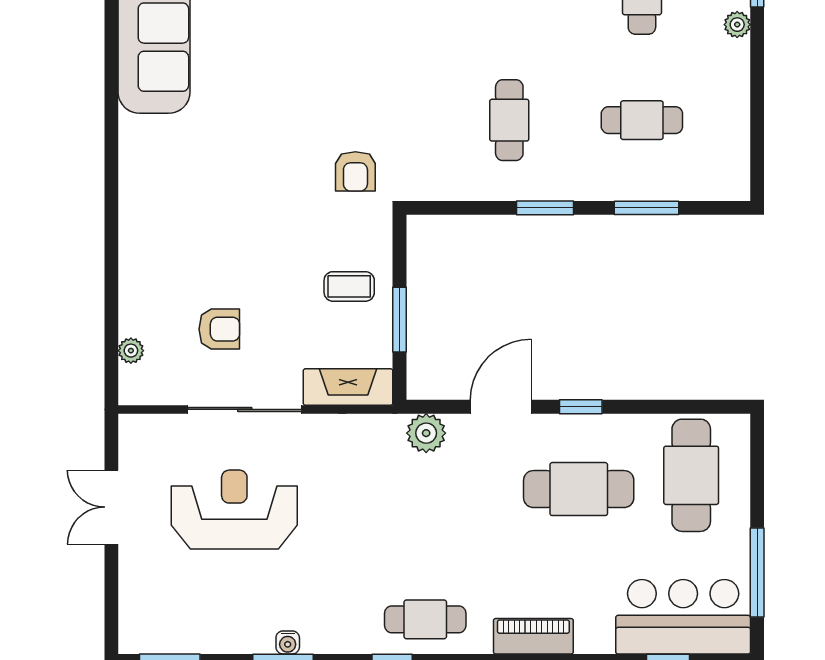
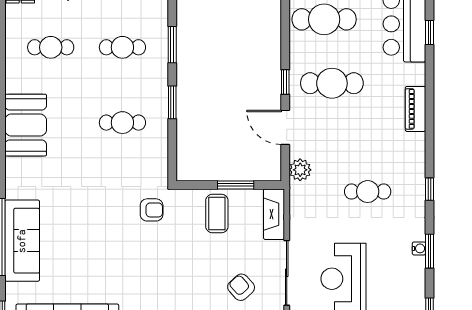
cafe table: (642, 120) -> (122, 47), turned 90
coffee table: (349, 286) -> (217, 214), width x1.36, depth x1.30
armchair: (219, 329) -> (241, 287), turned -42
cafe table: (579, 489) -> (332, 83), turned 90
cafe table: (425, 619) -> (368, 192), moved, turned 90

